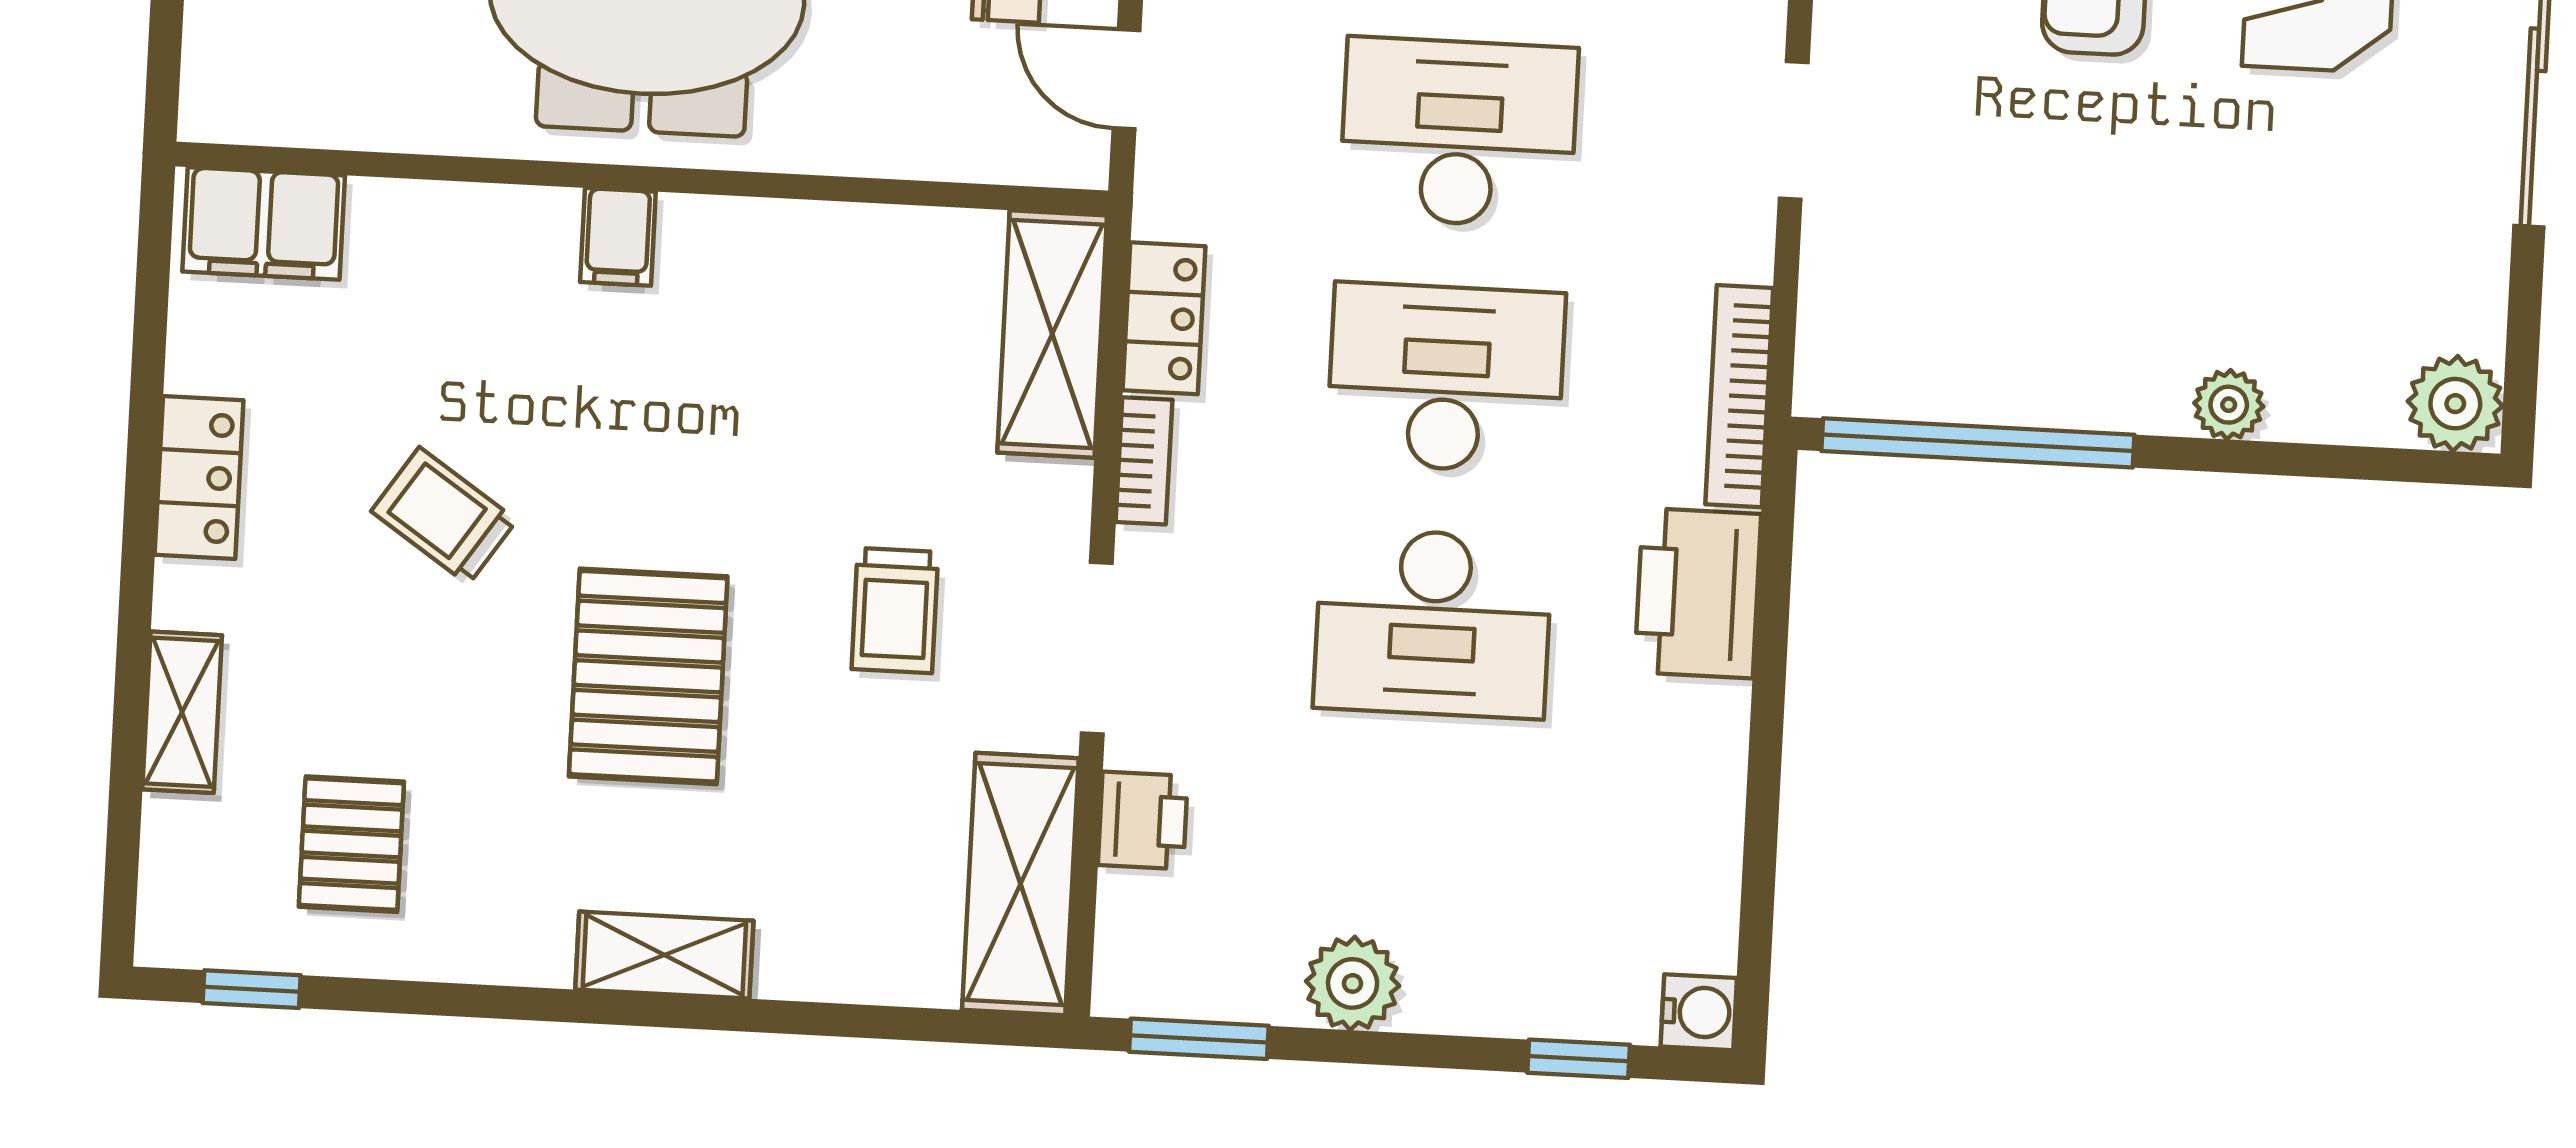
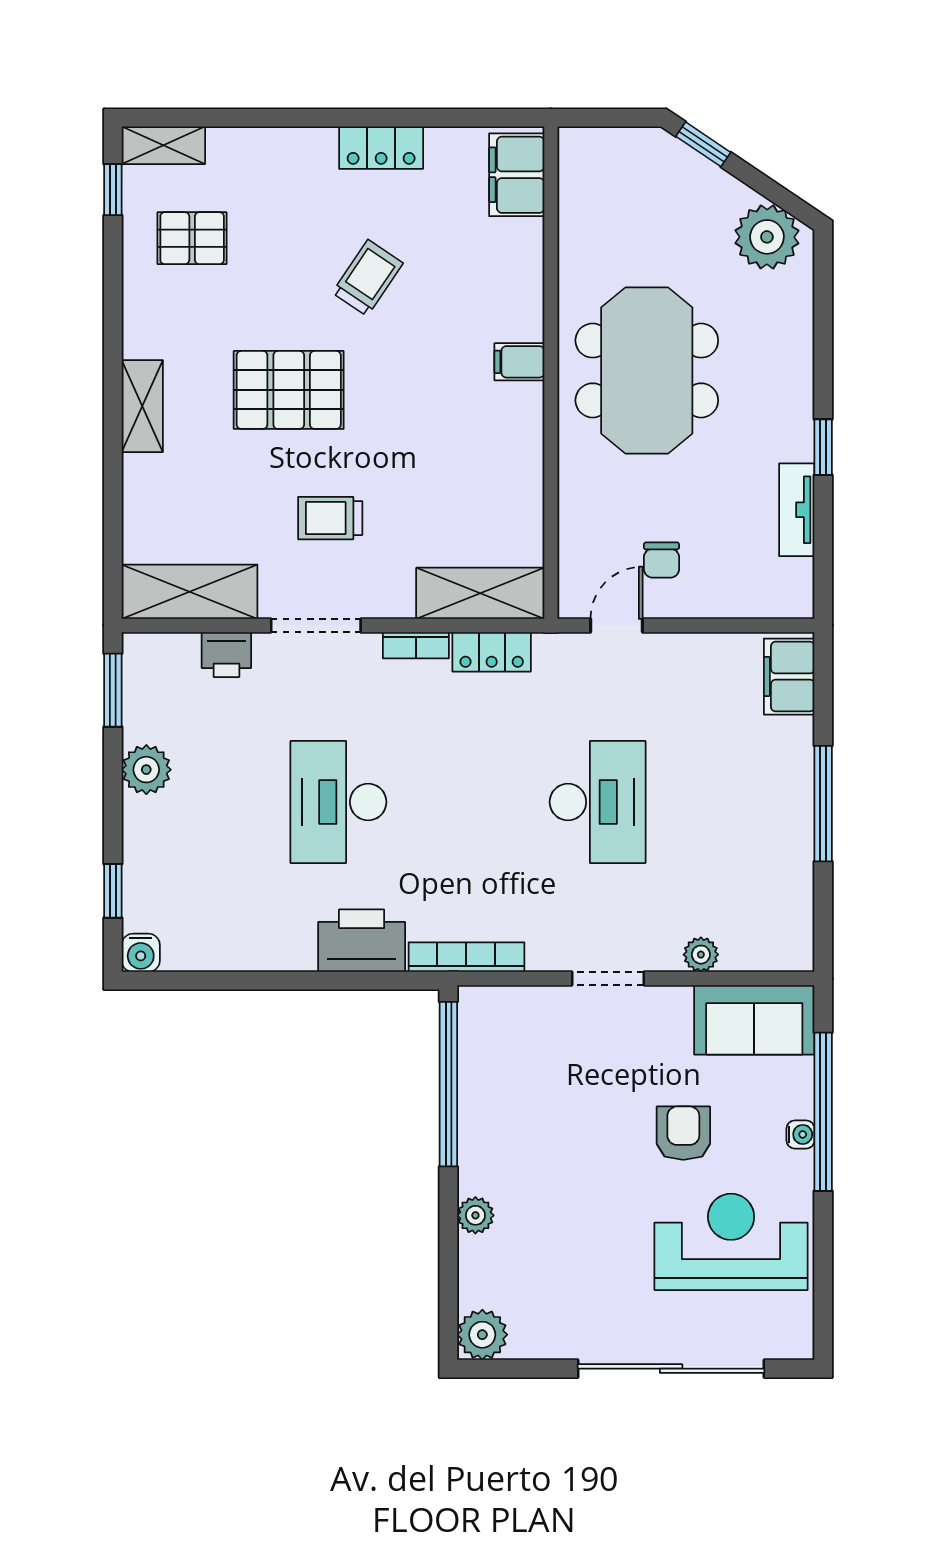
desk: (1446, 378) -> (468, 802), removed
shelving: (182, 712) -> (163, 145), moved

